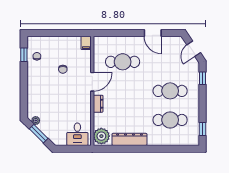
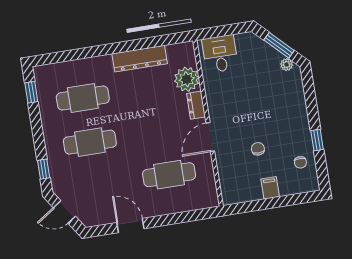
filing cabinet: (86, 43) -> (270, 188), moved
door: (194, 49) -> (64, 212), swing flipped
window: (24, 55) -> (317, 140), moved
plant: (101, 136) -> (187, 79), moved

